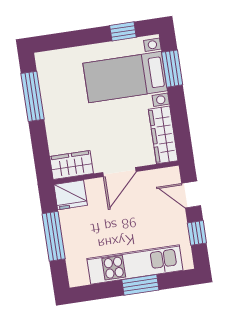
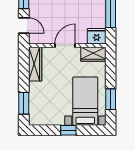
window: (123, 31) -> (68, 130), moved
bed with nightstands: (125, 77) -> (85, 101), moved, turned -90
window: (33, 96) -> (111, 99), width x0.69

